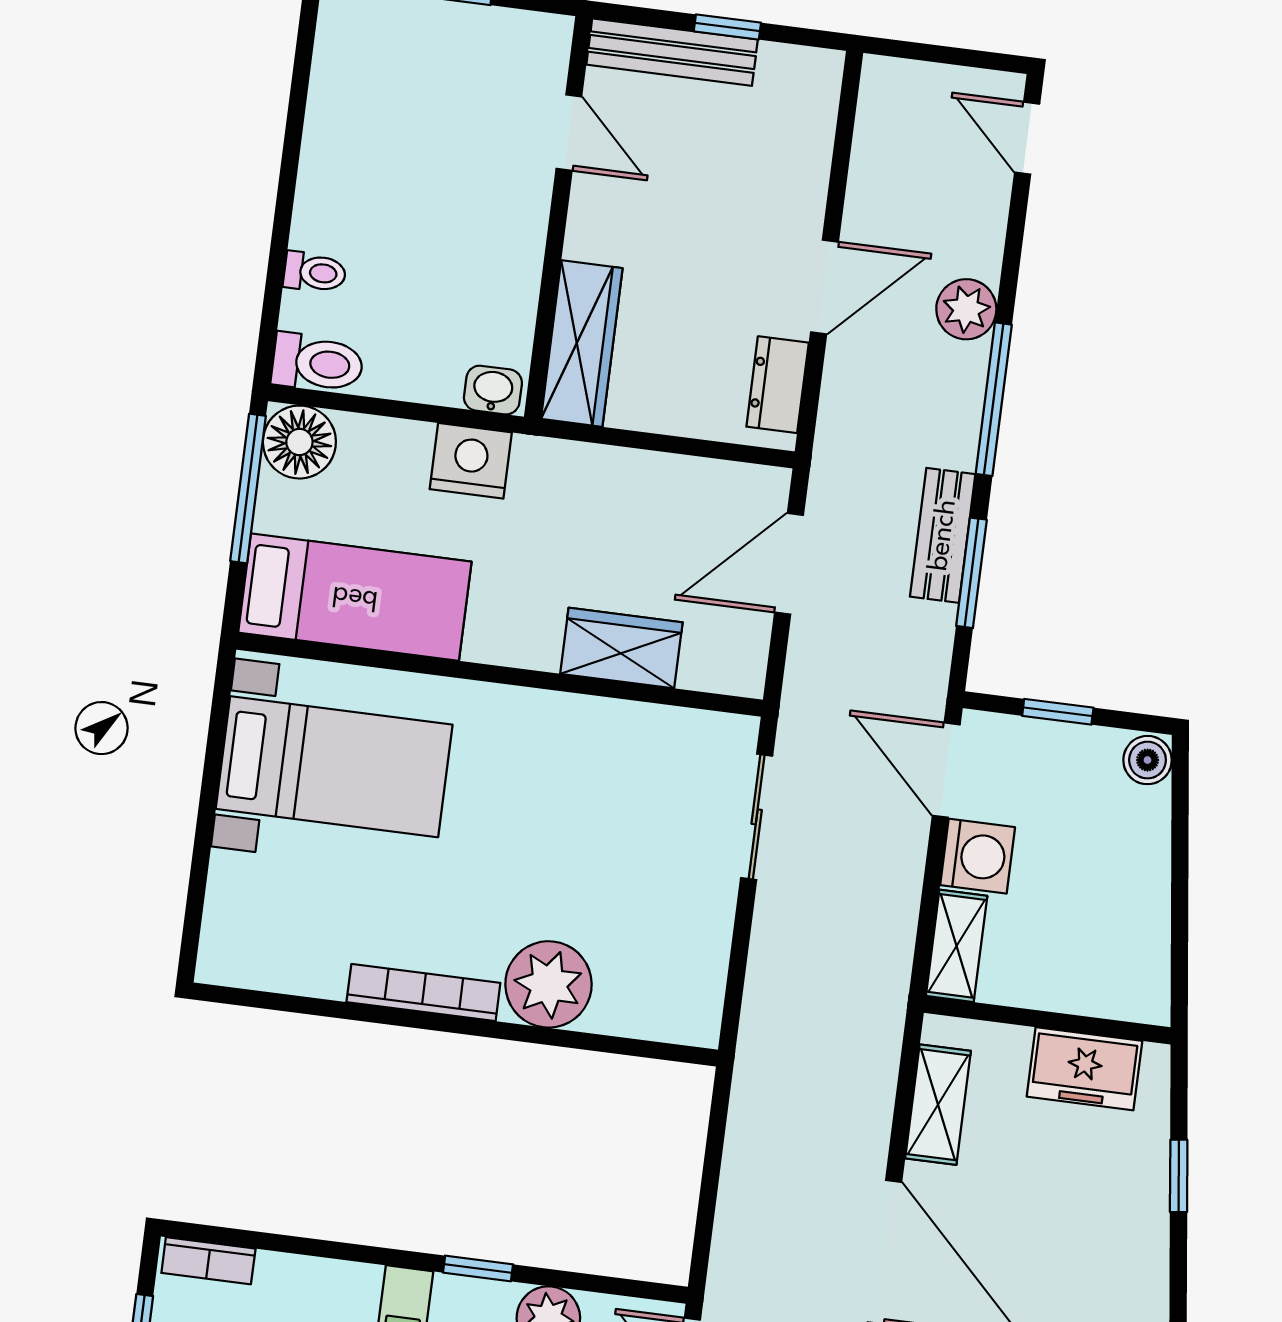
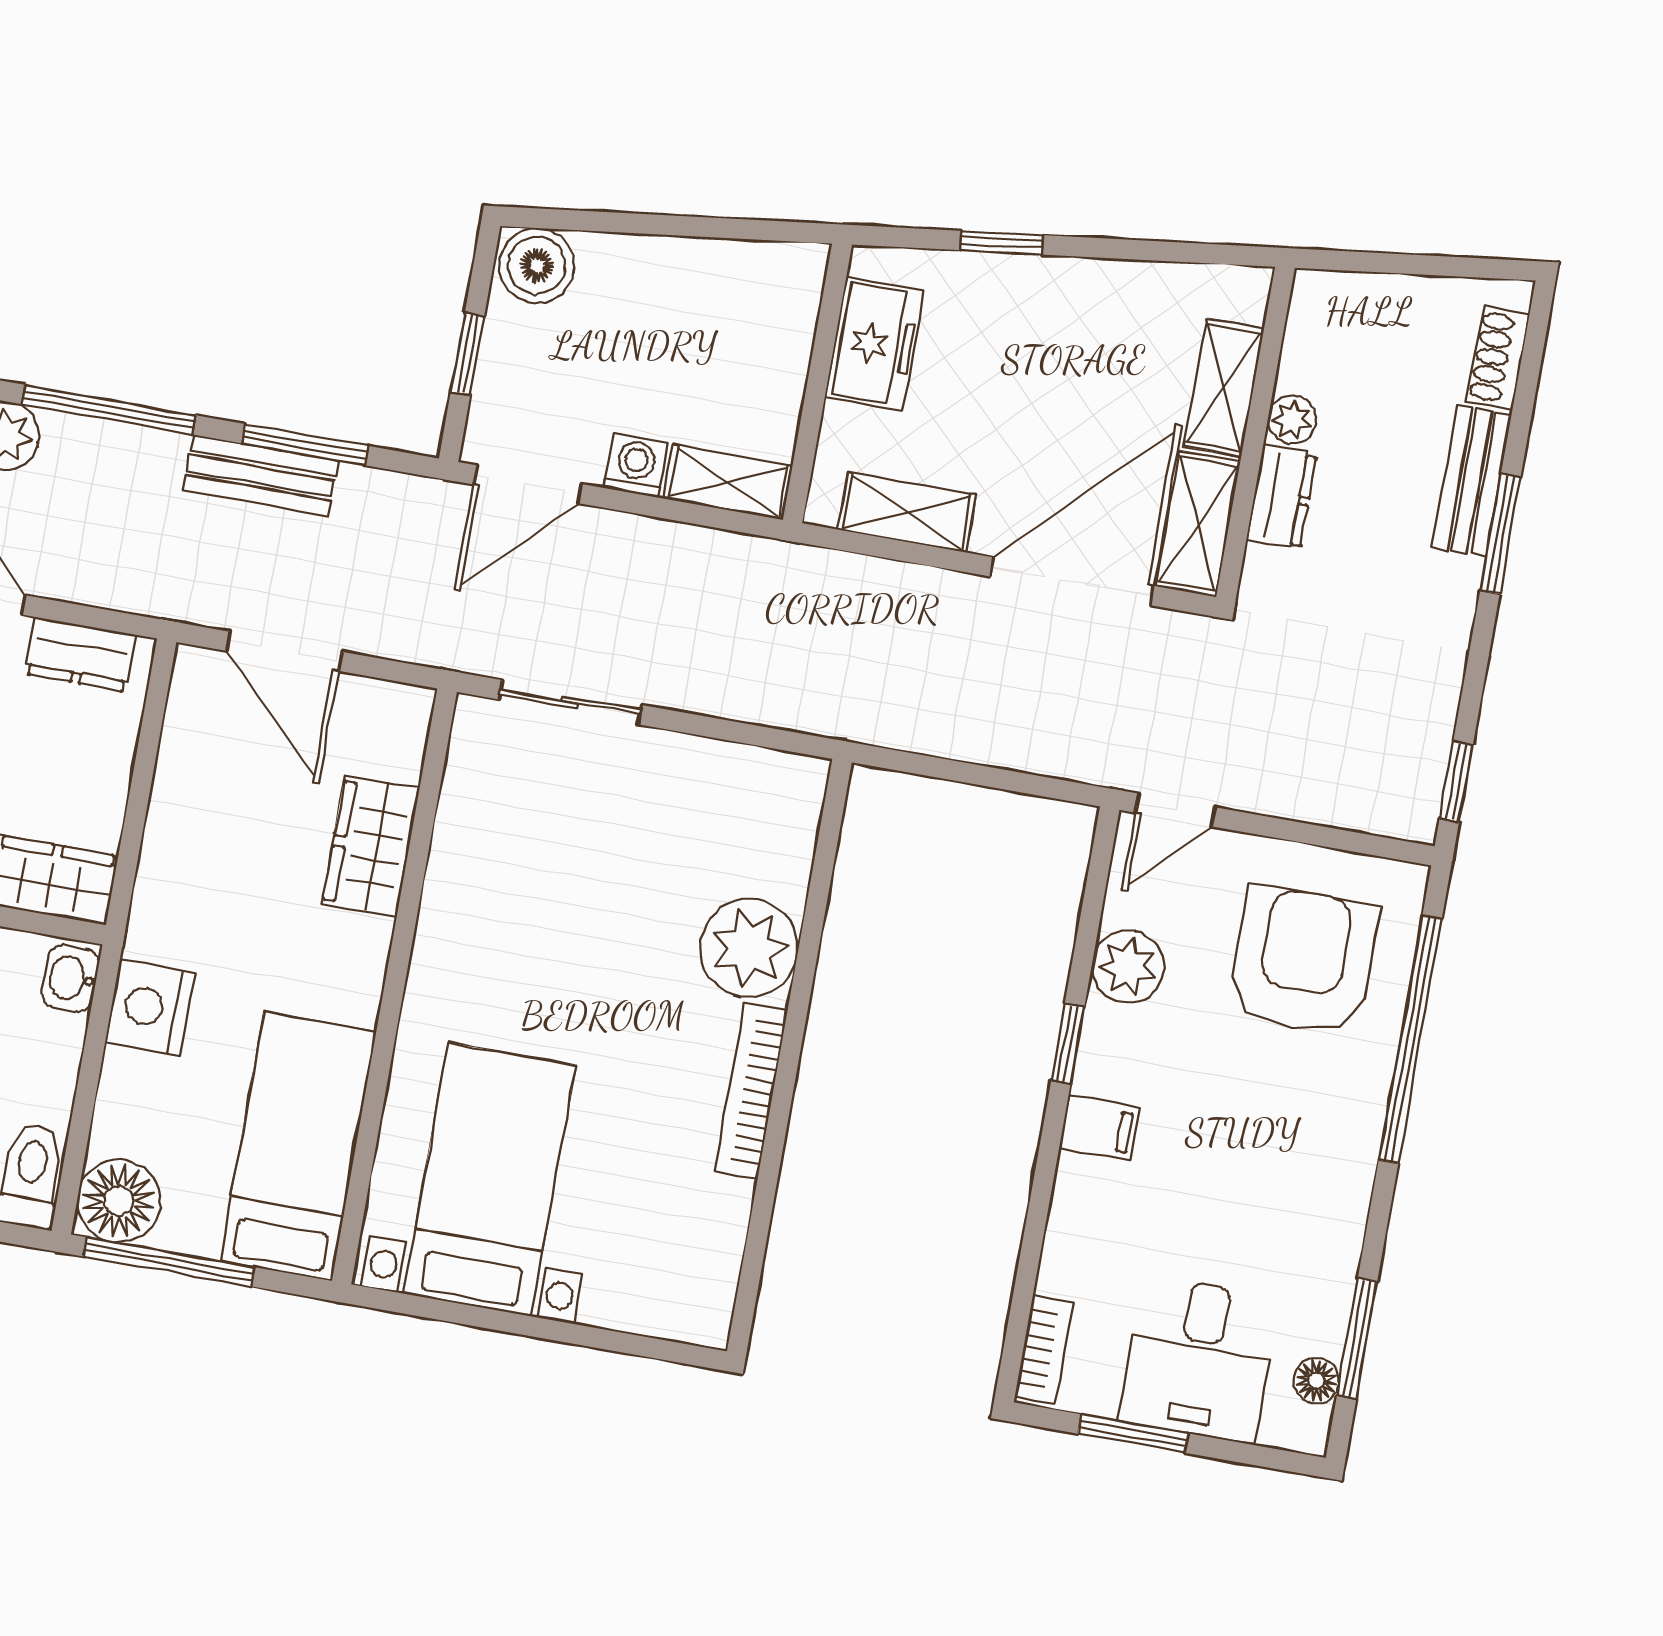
boiler: (1148, 760) -> (537, 266), width x1.36, depth x1.36
washing machine: (978, 856) -> (636, 466), width x0.73, depth x0.73

